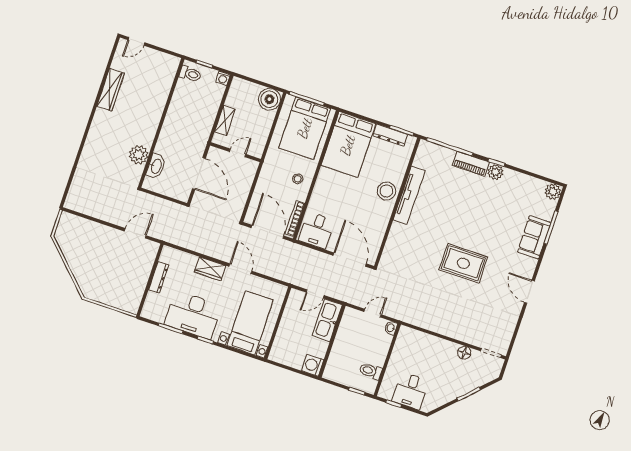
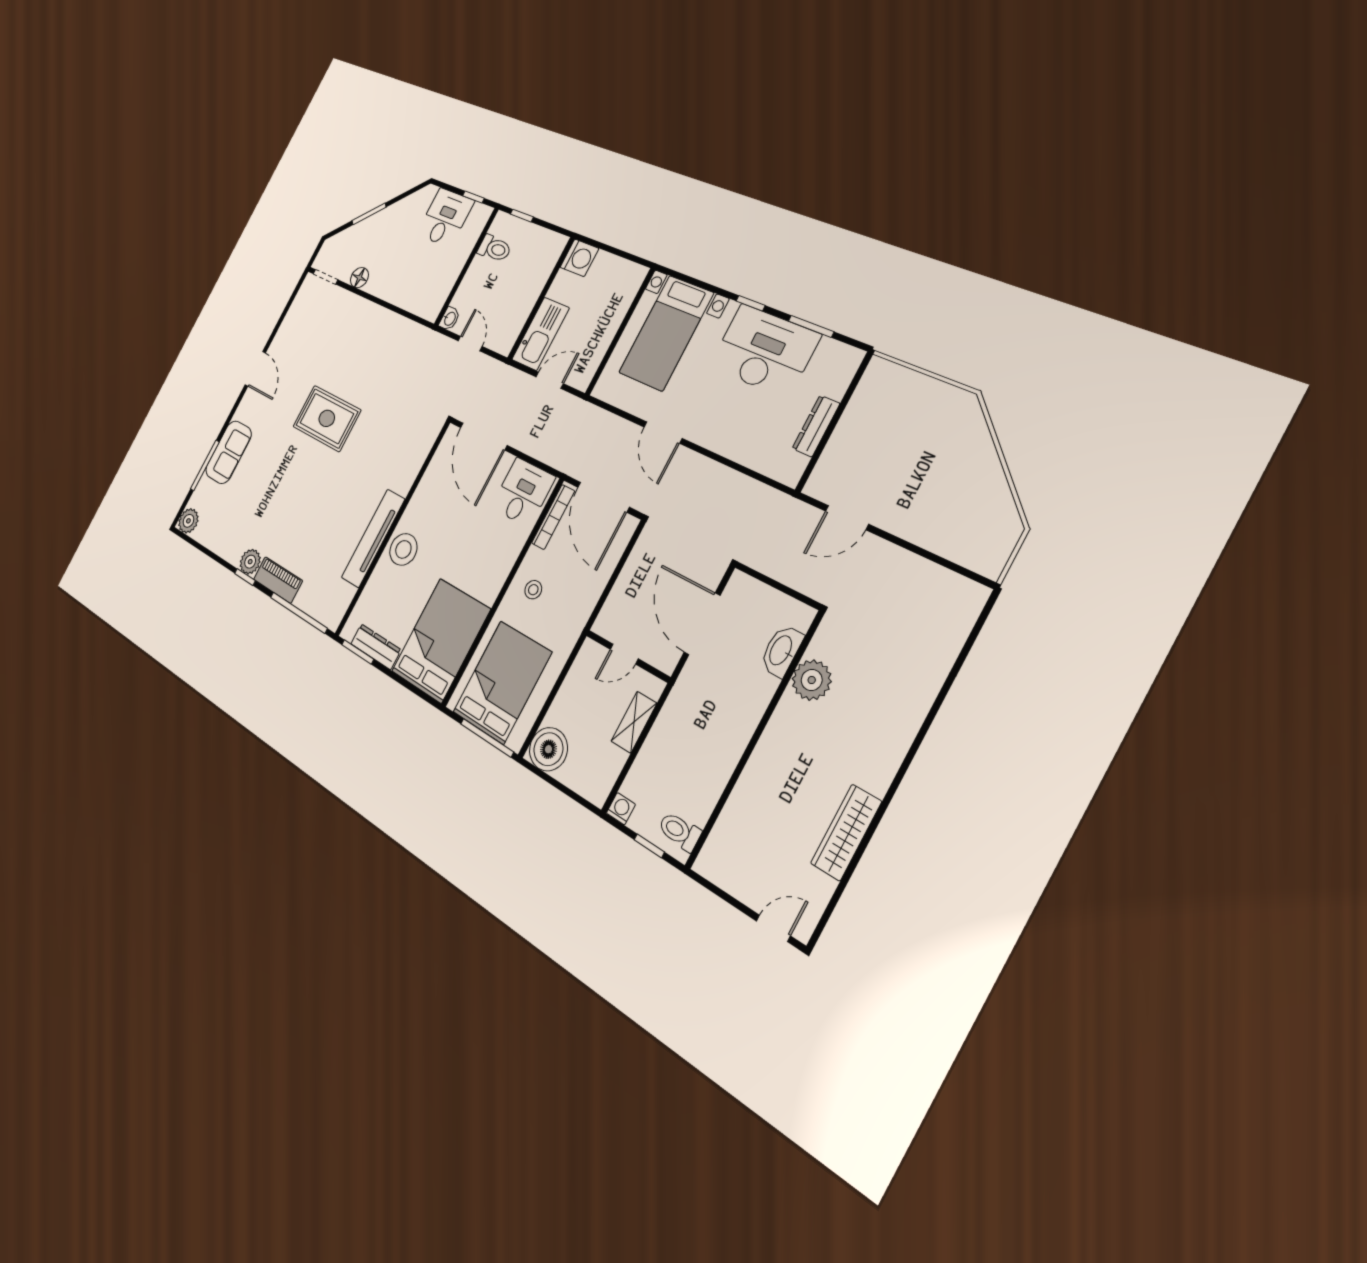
wardrobe: (210, 269) -> (717, 436), removed
door: (373, 313) -> (470, 344), swing flipped

